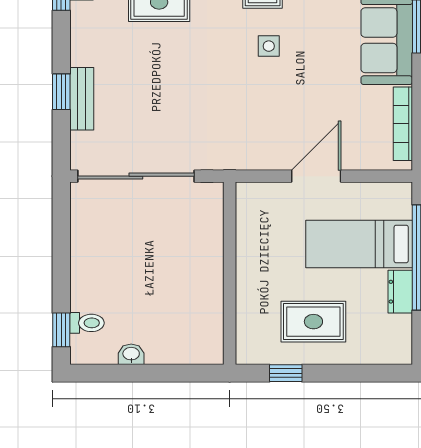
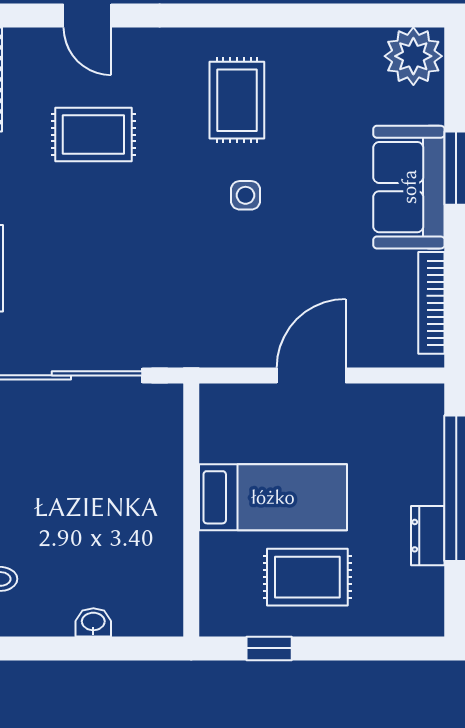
bed: (359, 244) -> (273, 497), moved, turned 180
washbasin: (131, 354) -> (93, 622), moved

